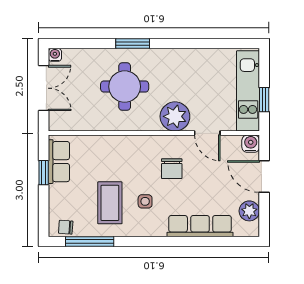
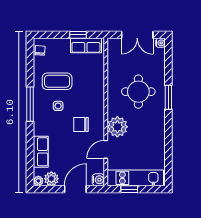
row of seats: (200, 226) -> (41, 152), width x0.68
plant: (252, 230) -> (38, 181), added
window: (90, 241) -> (30, 104), moved

